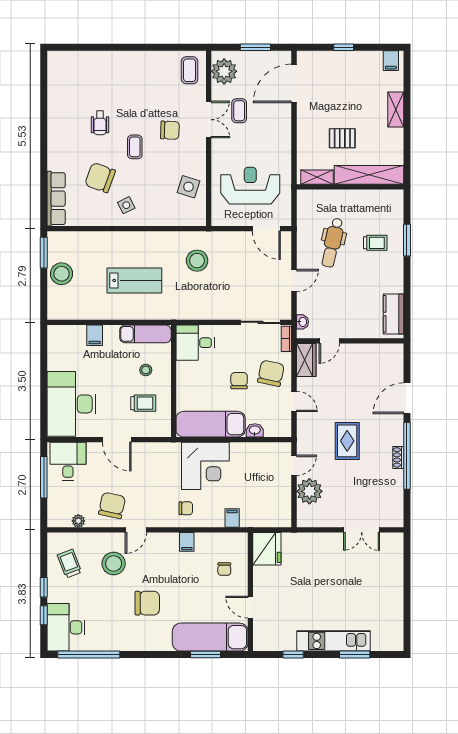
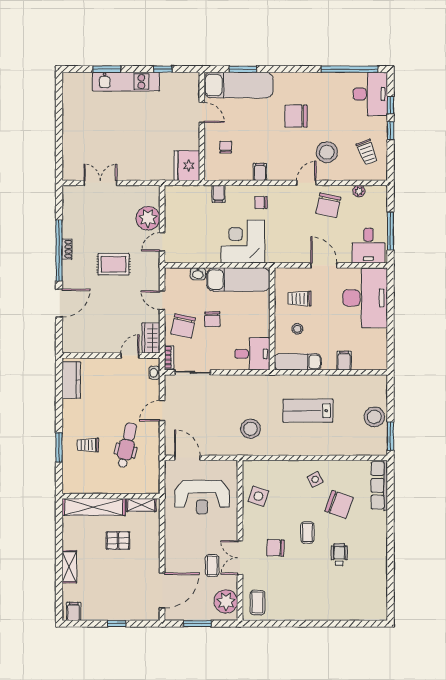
rug: (347, 441) -> (114, 264), turned 90

